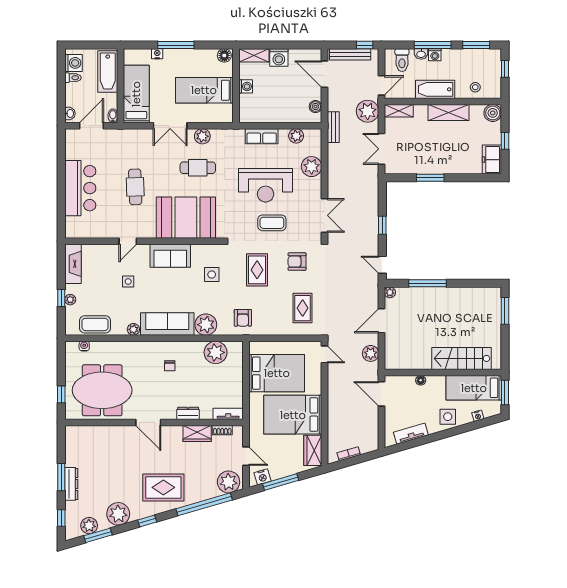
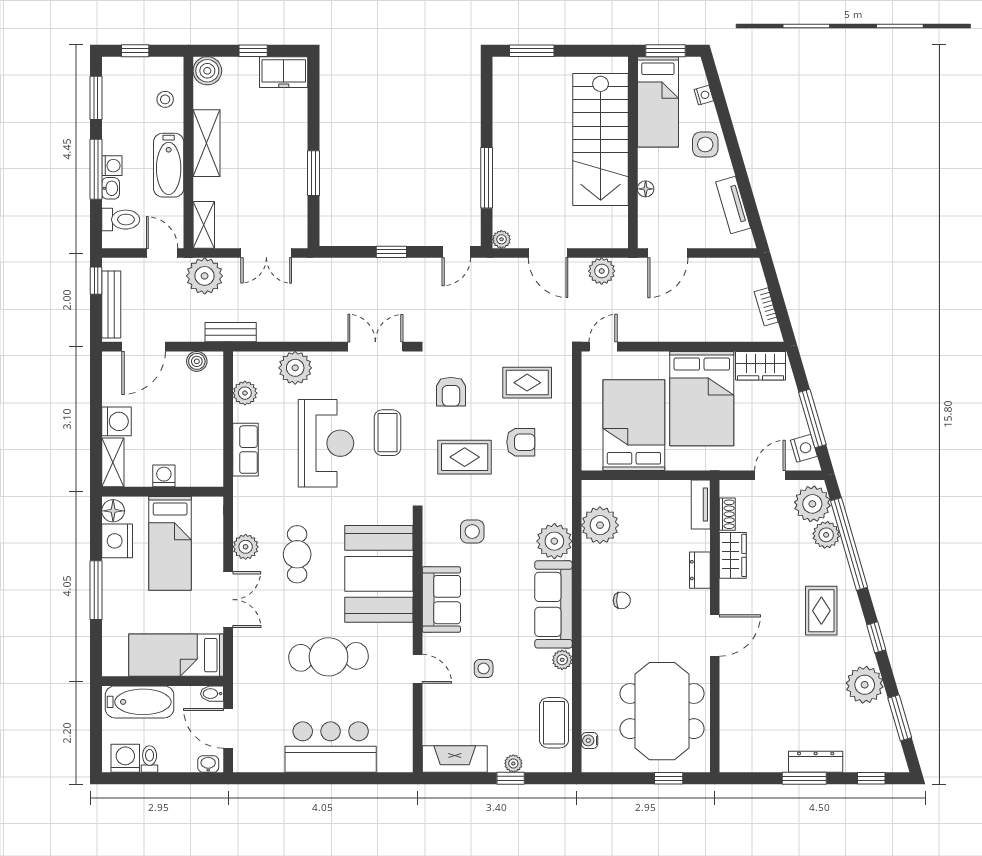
nightstand: (157, 54) -> (117, 541), moved, width x1.89, depth x1.79
cafe table: (135, 187) -> (329, 657), width x1.37, depth x1.35
armchair: (243, 318) -> (521, 442), moved
stairs: (462, 358) -> (601, 139), width x1.36, depth x1.51
rug: (163, 487) -> (821, 611), width x0.73, depth x0.70
plant: (89, 526) -> (826, 535), moved

